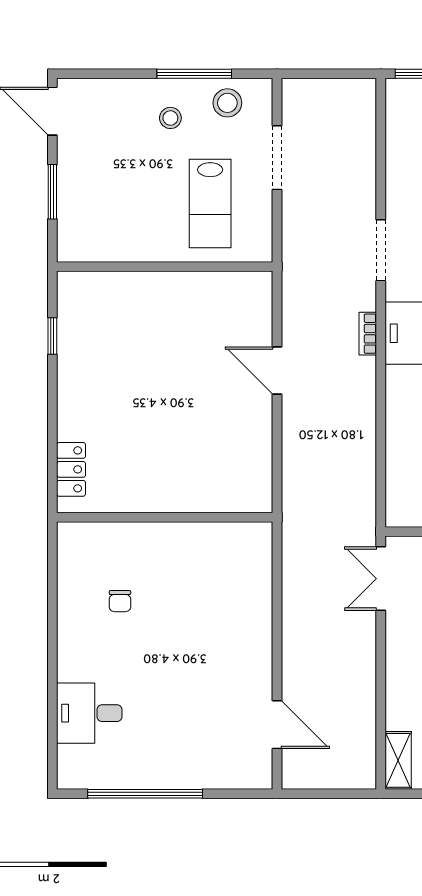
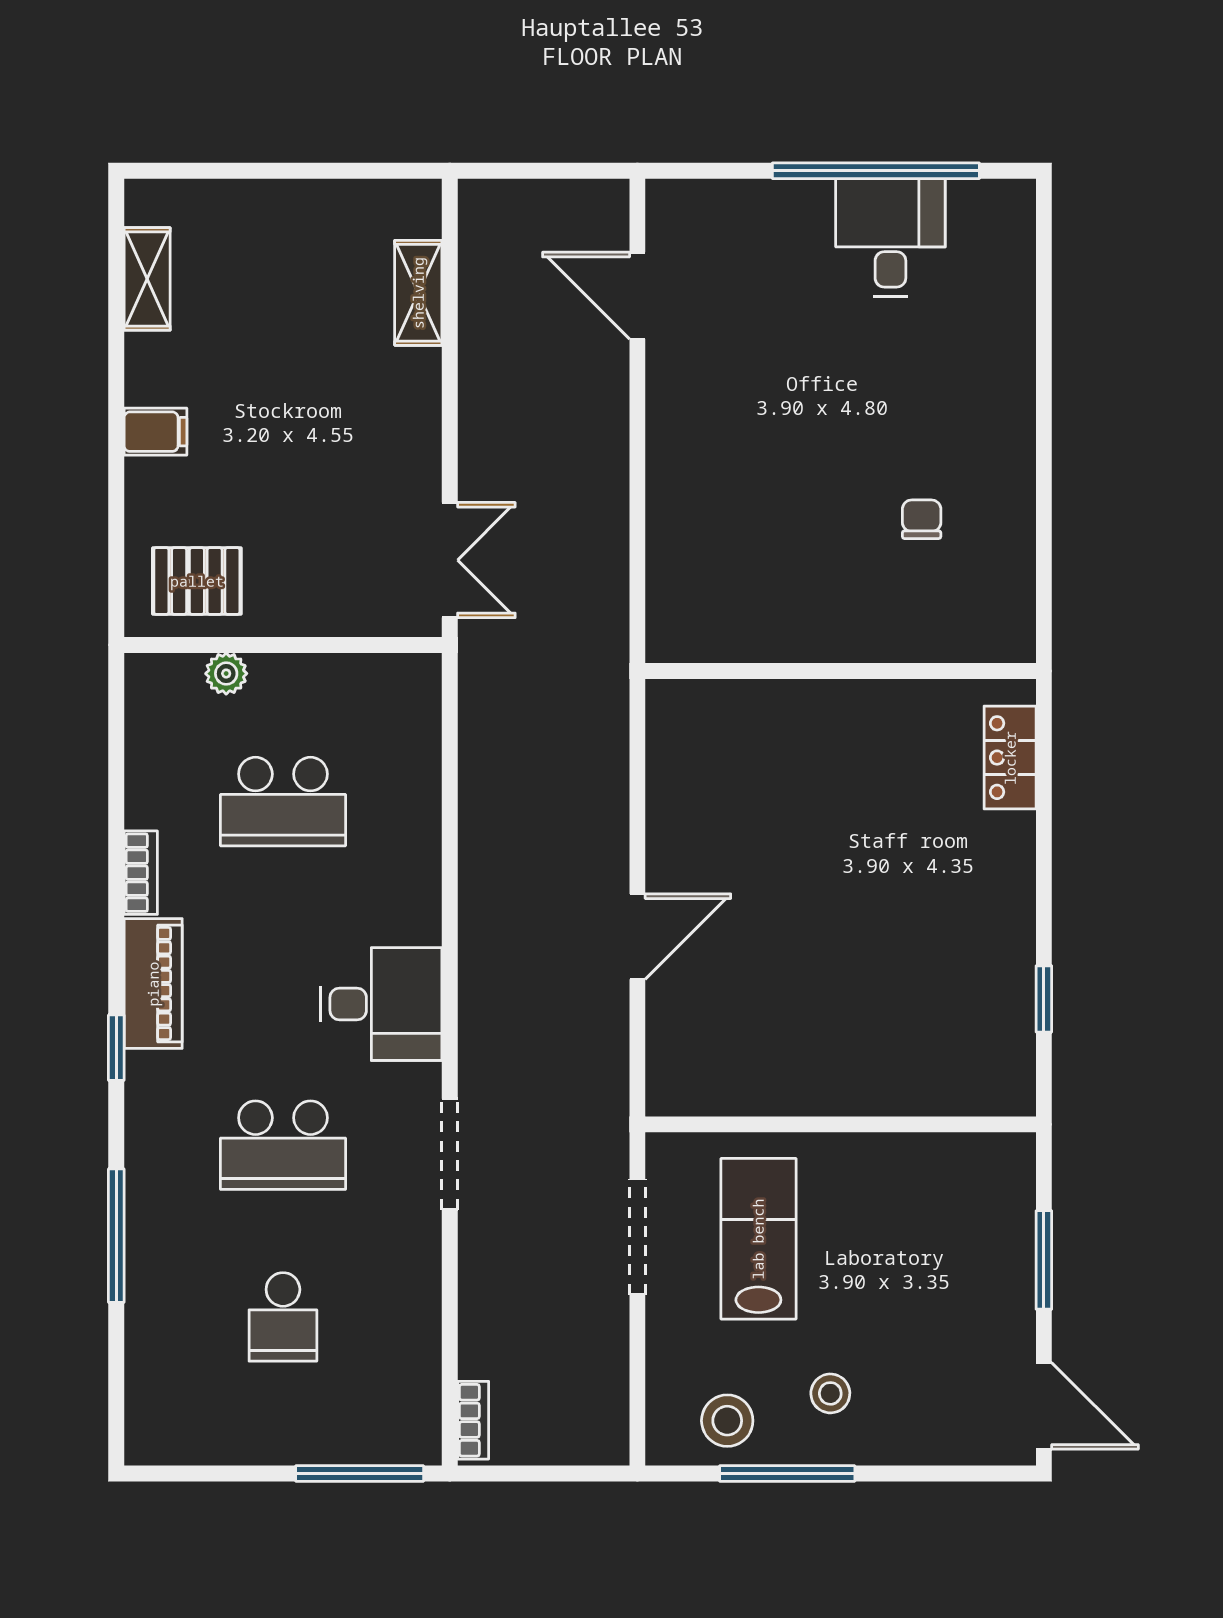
doorway: (277, 158) -> (637, 1237), moved
bookcase: (368, 334) -> (473, 1420), moved
door: (277, 370) -> (637, 937), hinge flipped
desk: (89, 713) -> (890, 238), moved, turned -90
shelving: (398, 760) -> (418, 293), moved

